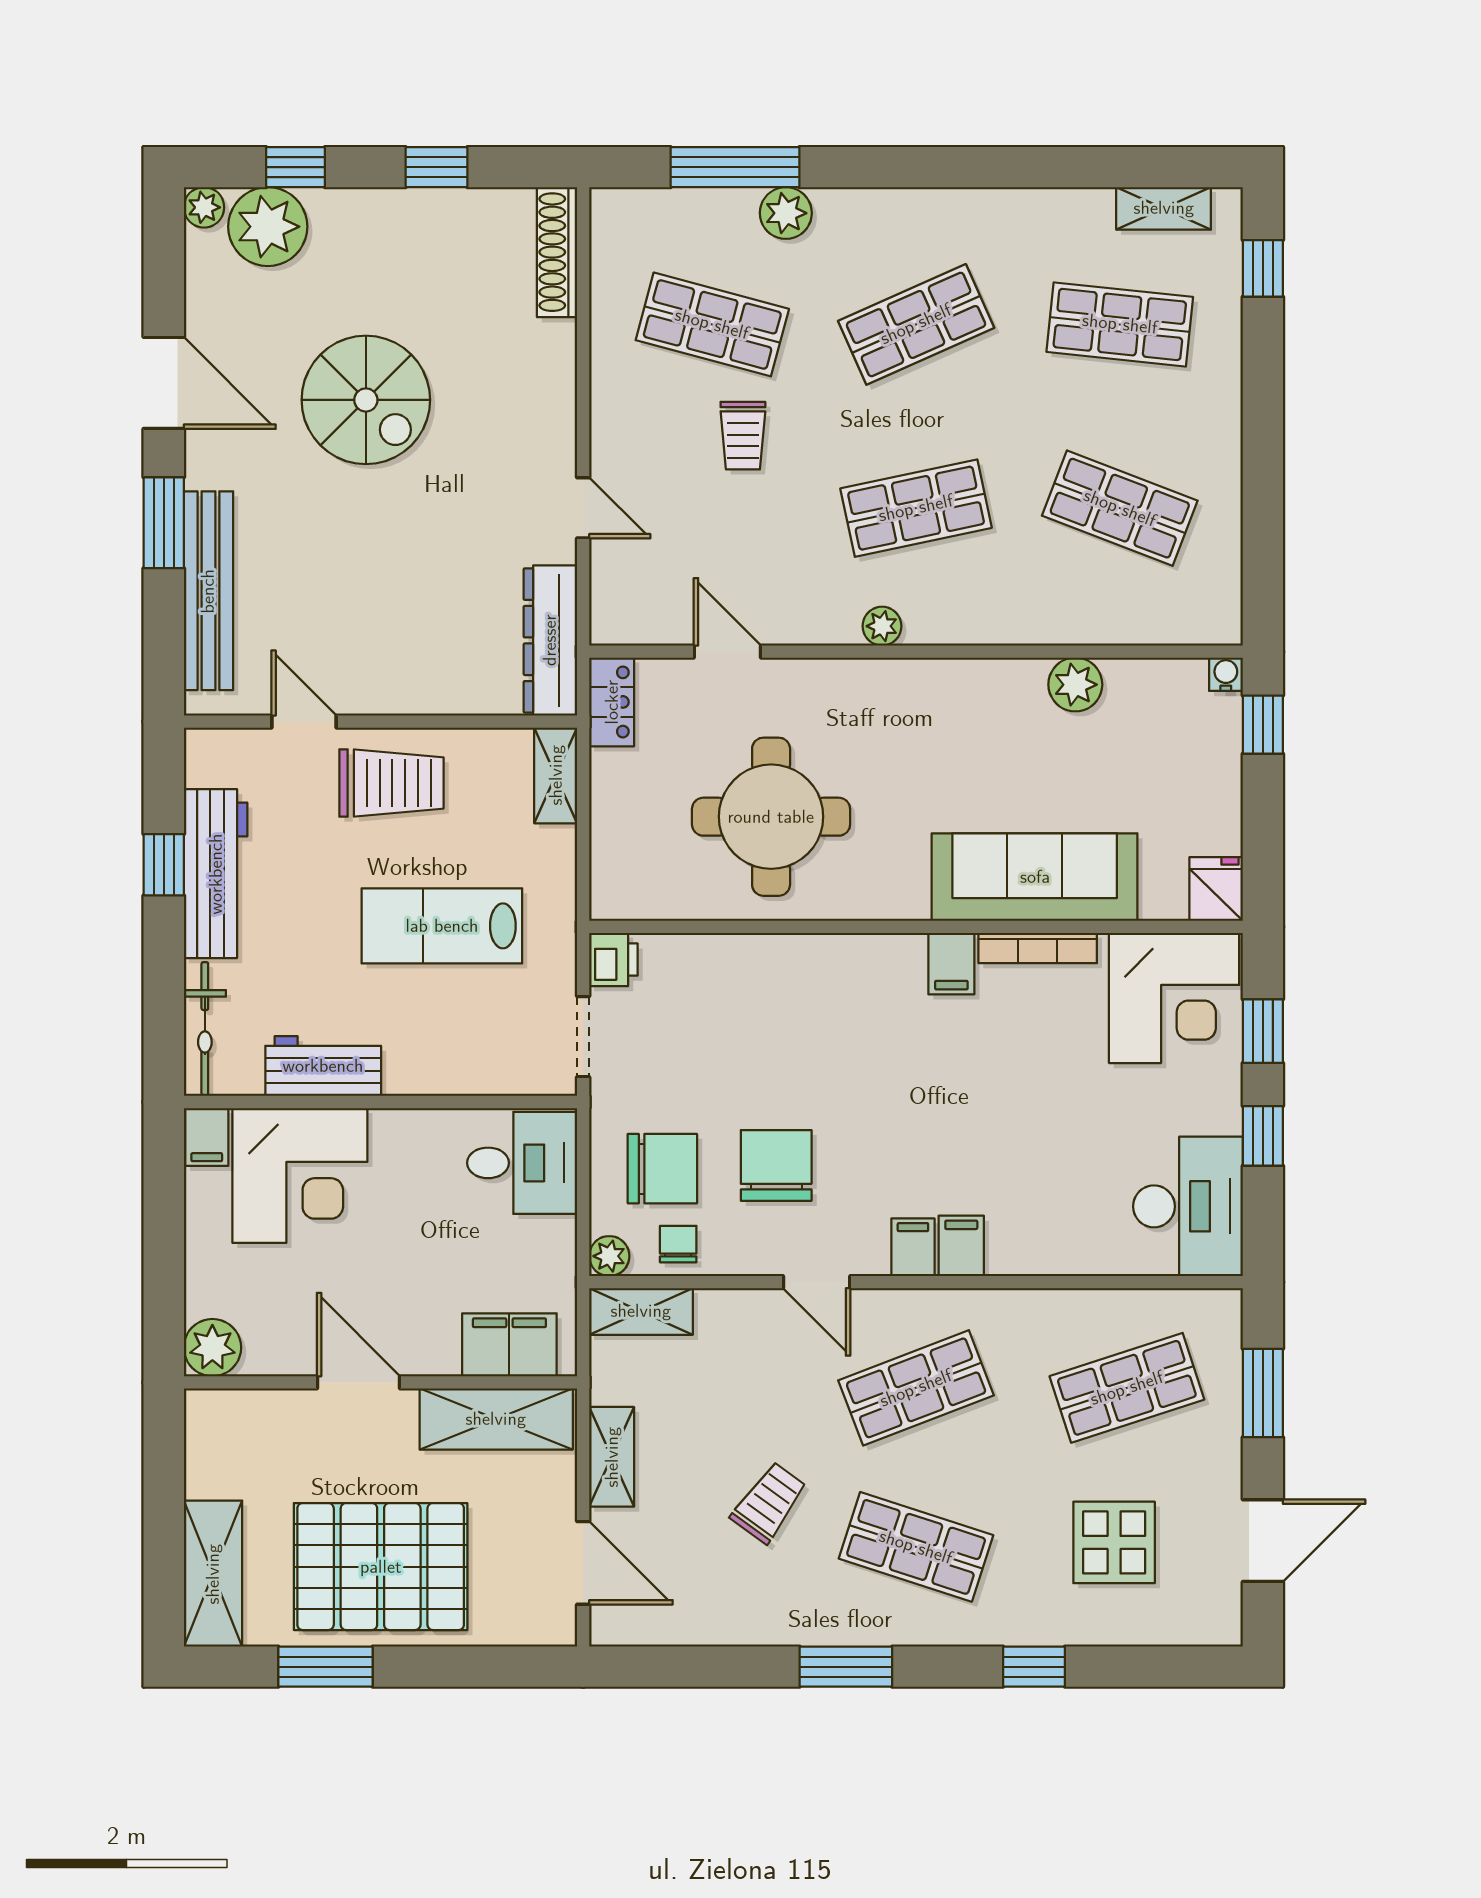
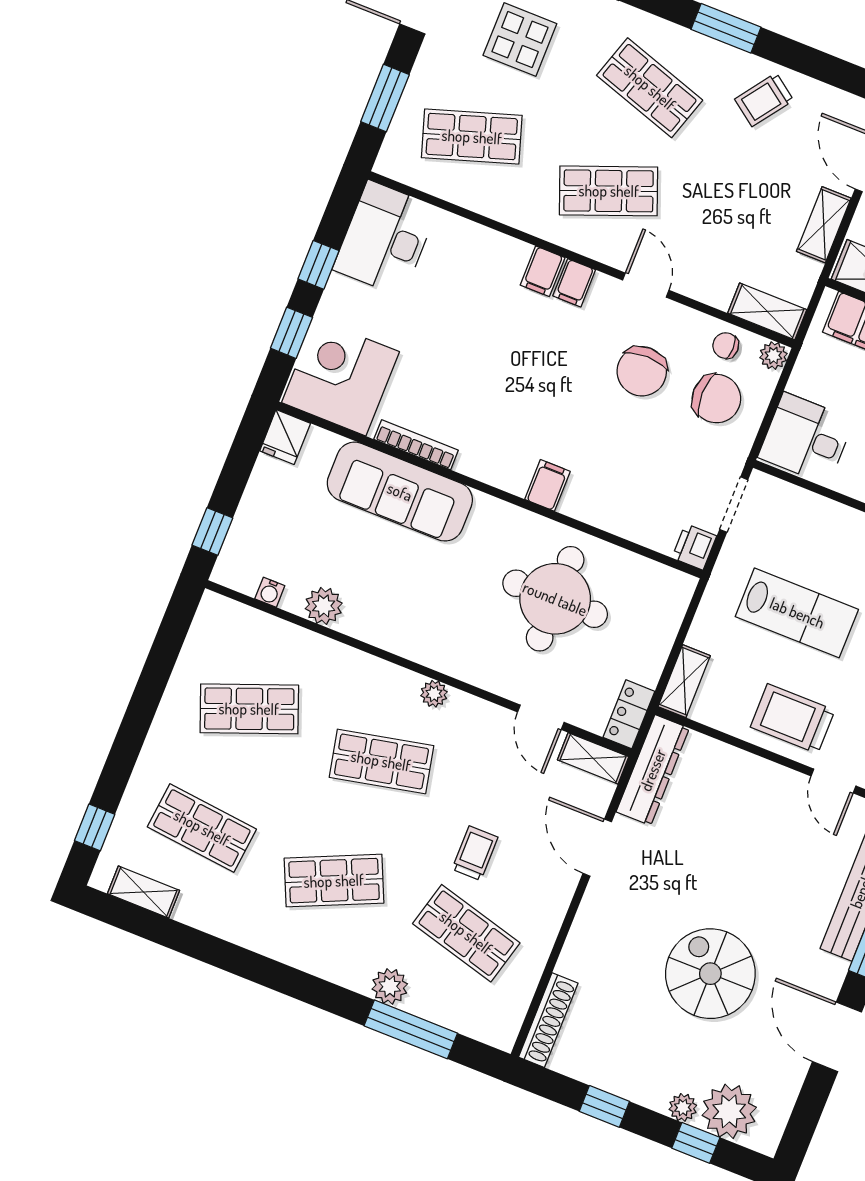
plant: (204, 207) -> (683, 1107), moved
door: (583, 508) -> (597, 848), width x1.38
shop shelf: (1120, 508) -> (249, 709), turned -42
shelving: (636, 624) -> (593, 758), added
water cooler: (1226, 674) -> (270, 592), moved
filing cabinet: (951, 964) -> (547, 485), moved
chair: (662, 1169) -> (716, 399), turned 180
chair: (678, 1244) -> (726, 346), turned 90
trolley: (769, 1503) -> (764, 100), moved

